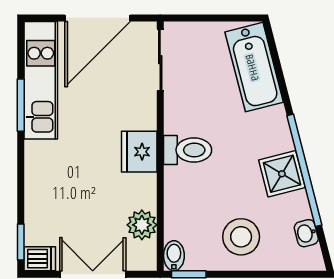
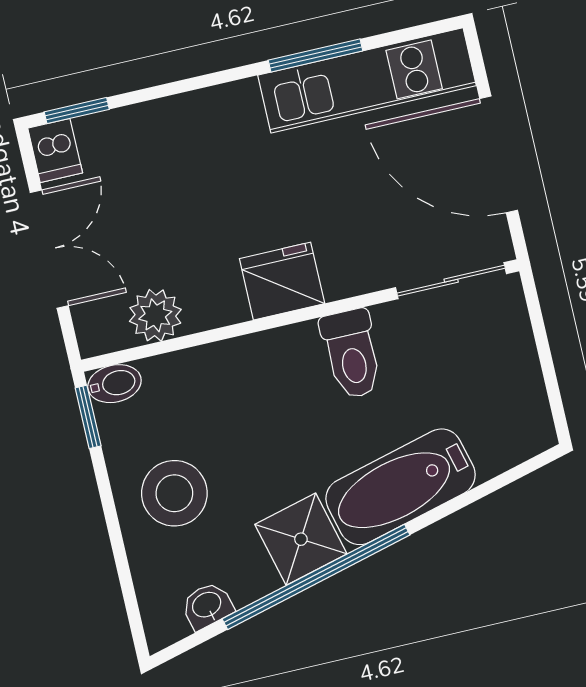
bathtub: (254, 67) -> (401, 487), moved
toilet: (188, 150) -> (352, 354), moved

